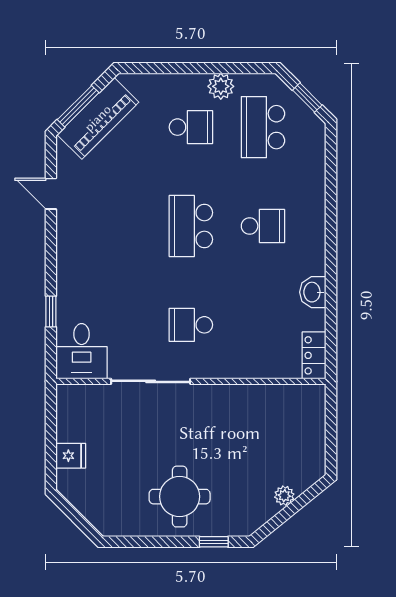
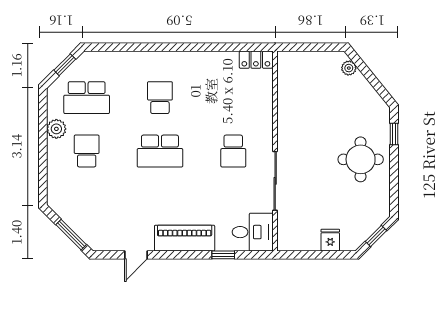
piano: (98, 118) -> (185, 238), moved, turned -45
washbasin: (313, 292) -> (209, 61), removed
plant: (284, 496) -> (349, 68), moved
window: (76, 517) -> (376, 236), added

